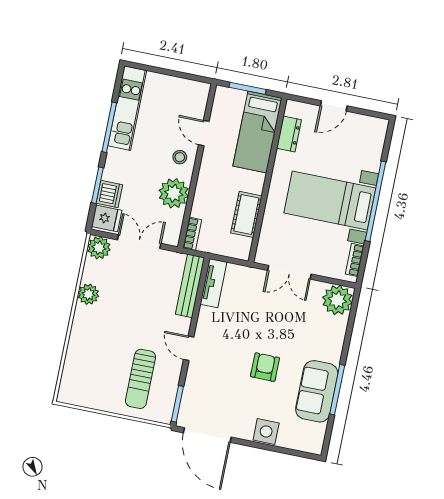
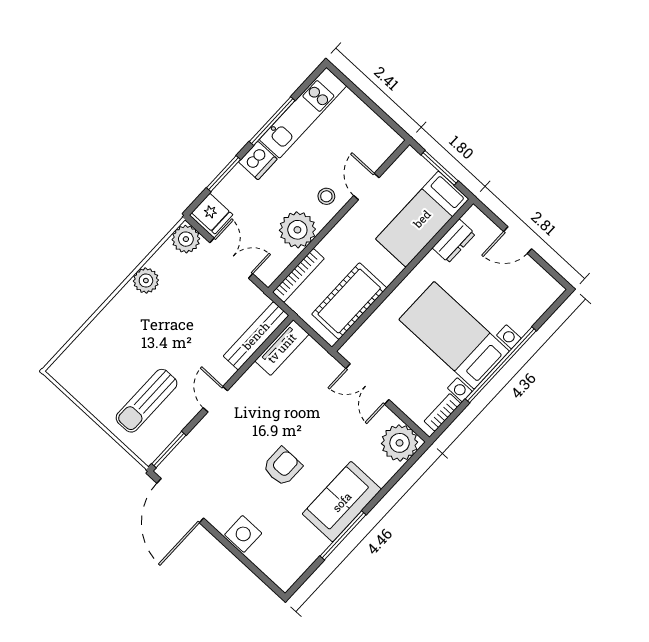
dishwasher: (109, 194) -> (258, 161), moved
cot: (246, 214) -> (349, 301), width x1.37, depth x1.34
bookcase: (192, 234) -> (298, 275), width x1.56
sofa: (317, 391) -> (342, 502), moved

